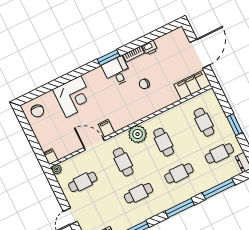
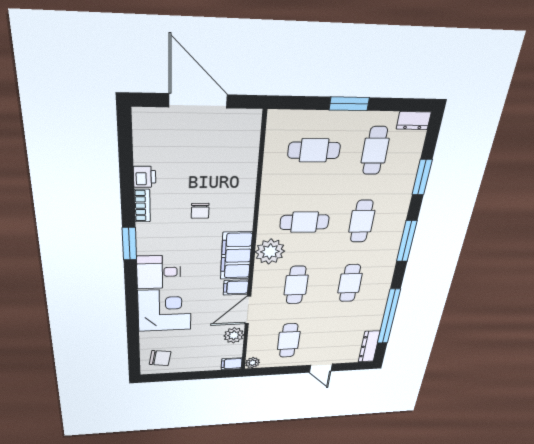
desk: (117, 72) -> (159, 272), moved
filing cabinet: (193, 85) -> (236, 256), moved
plant: (73, 146) -> (234, 335), added
cafe table: (123, 162) -> (296, 285), turned 90
window: (219, 189) -> (422, 177), width x0.69

